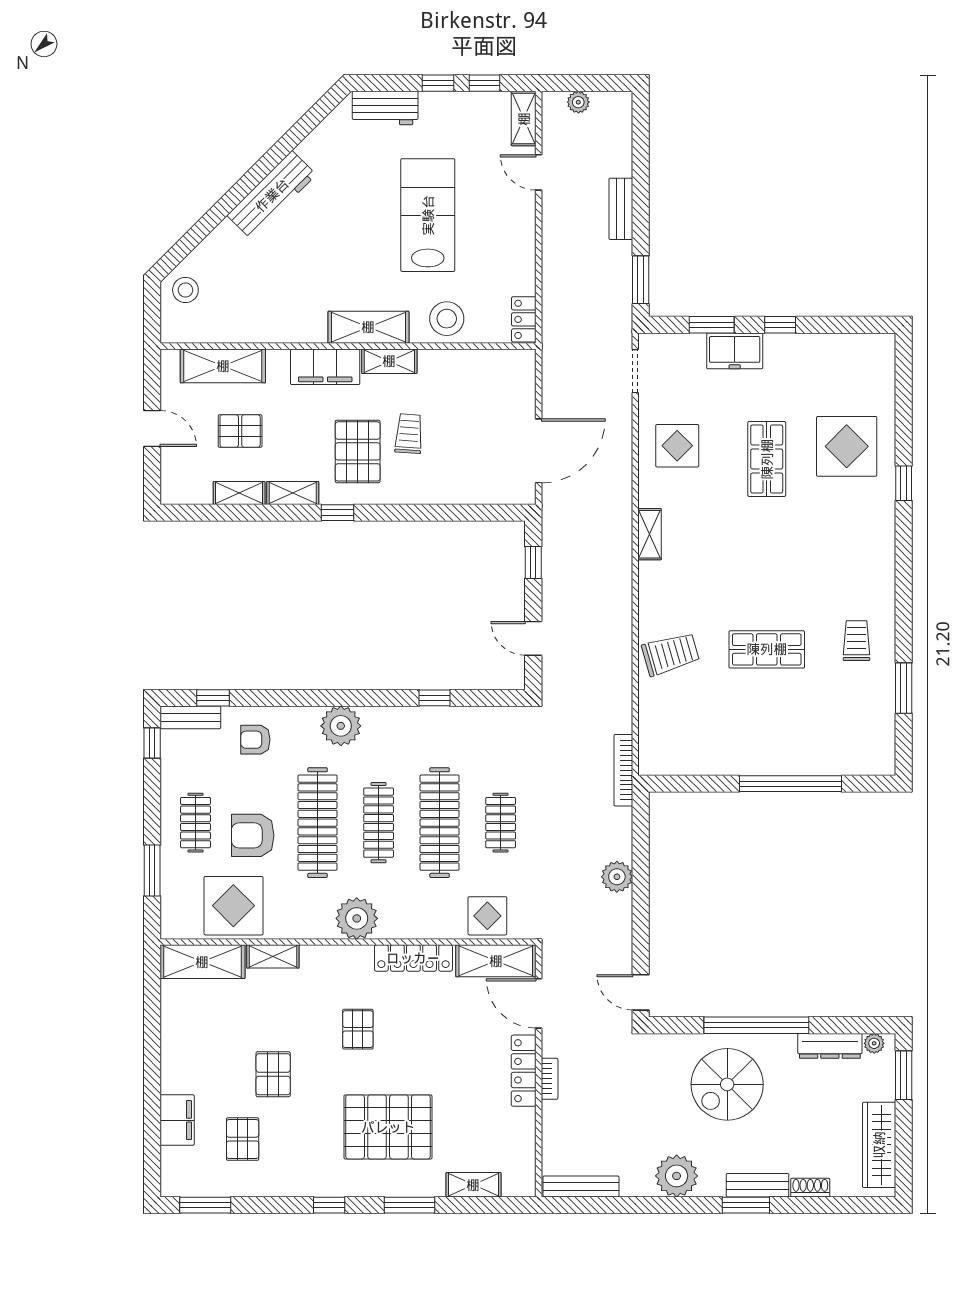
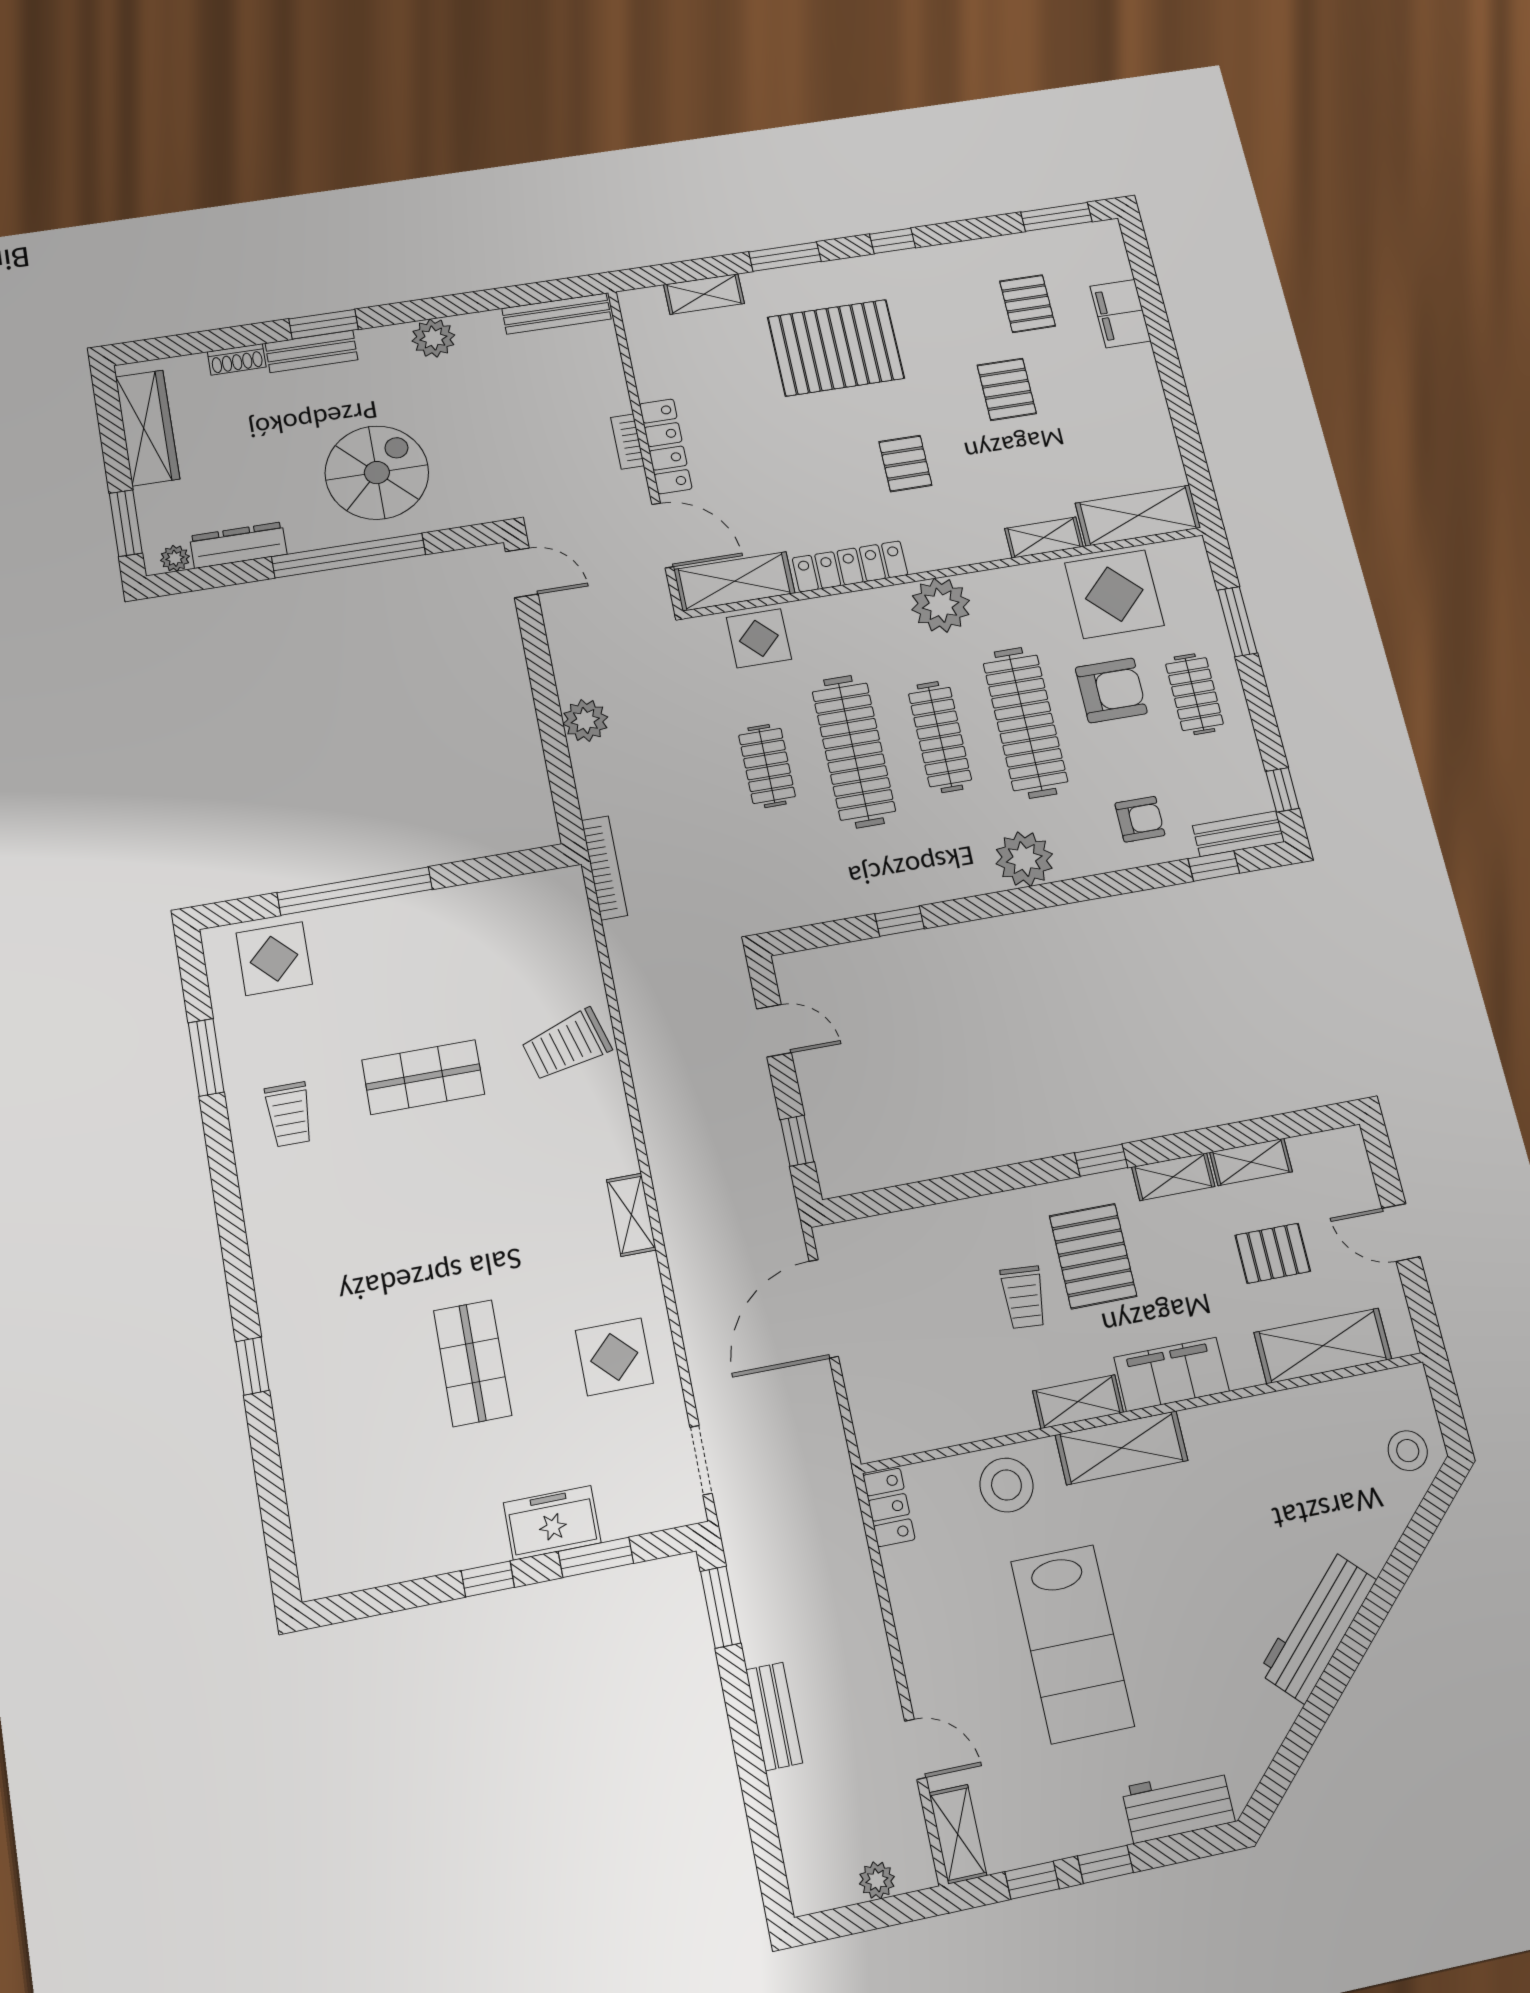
display table: (847, 446) -> (274, 959), moved, width x0.73, depth x0.73
plant: (677, 1176) -> (433, 338), width x0.73, depth x0.73

